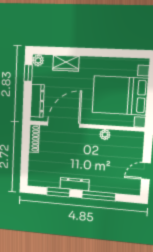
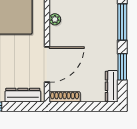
door: (64, 125) -> (47, 65), swing flipped
dresser: (75, 184) -> (112, 86), moved

